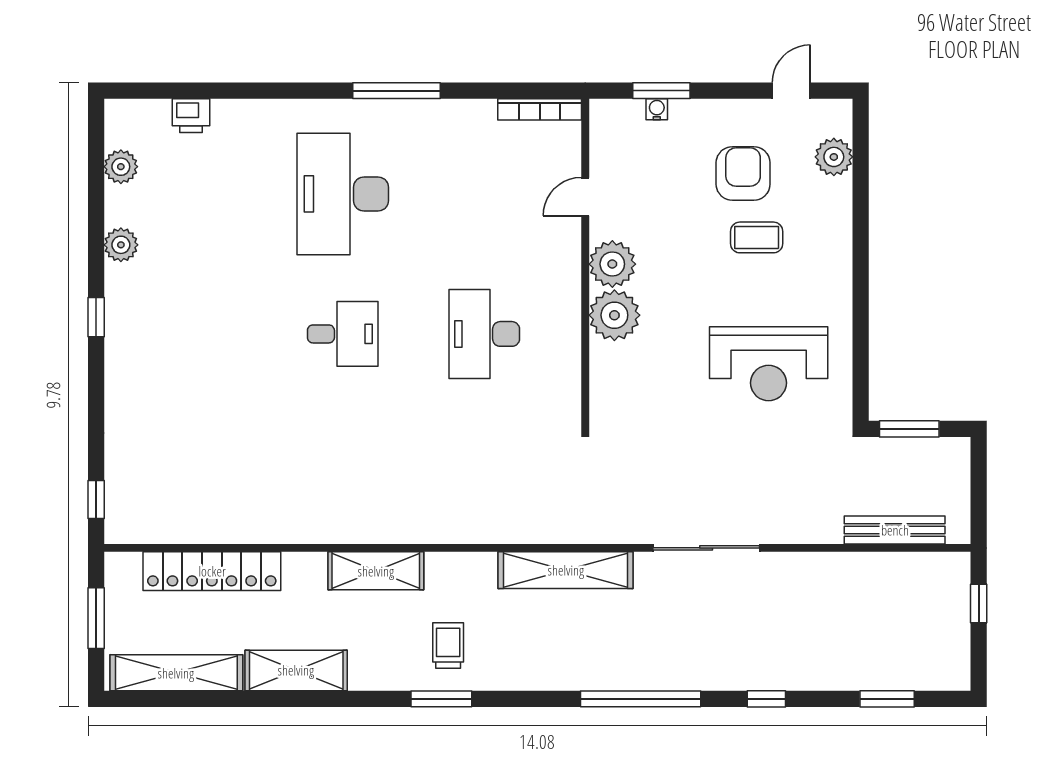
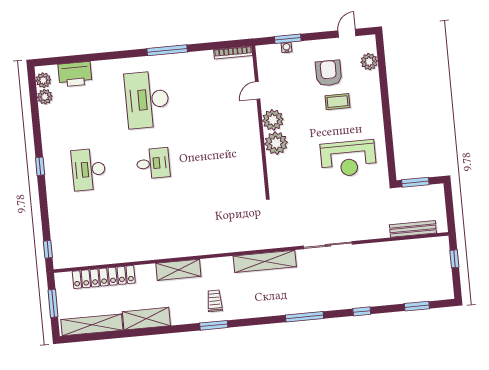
printer: (191, 116) -> (75, 74), width x1.87, depth x1.48
plant: (121, 245) -> (43, 80), moved
desk: (484, 334) -> (89, 169), moved
window: (641, 699) -> (305, 317), width x0.68

